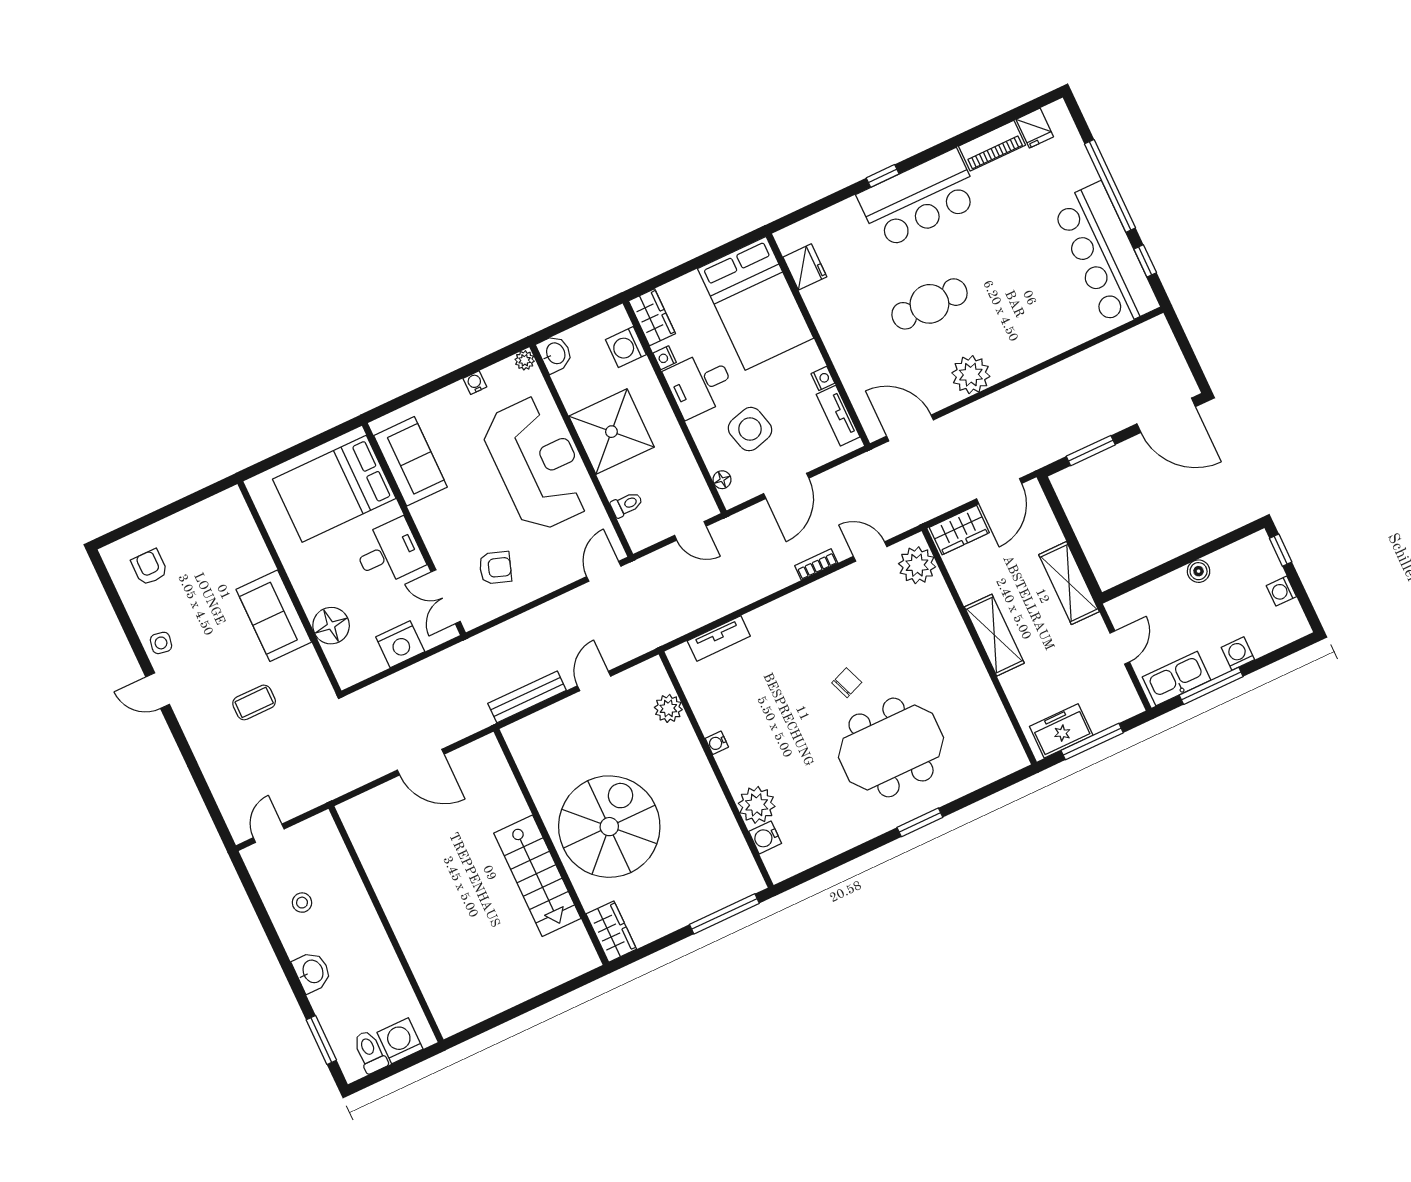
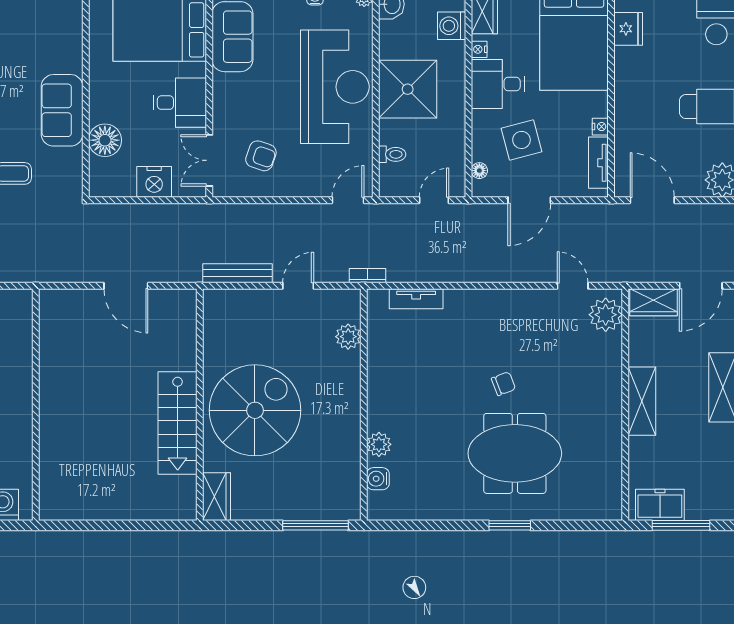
door: (690, 531) -> (434, 200), swing flipped
bookcase: (816, 564) -> (368, 276), moved
water cooler: (717, 743) -> (375, 383), removed
plant: (757, 805) -> (379, 444), width x0.73, depth x0.73

